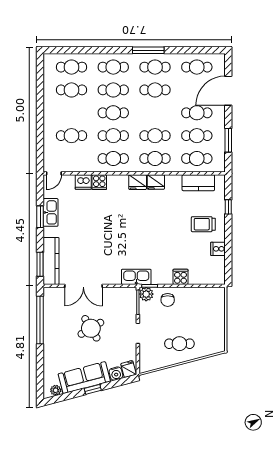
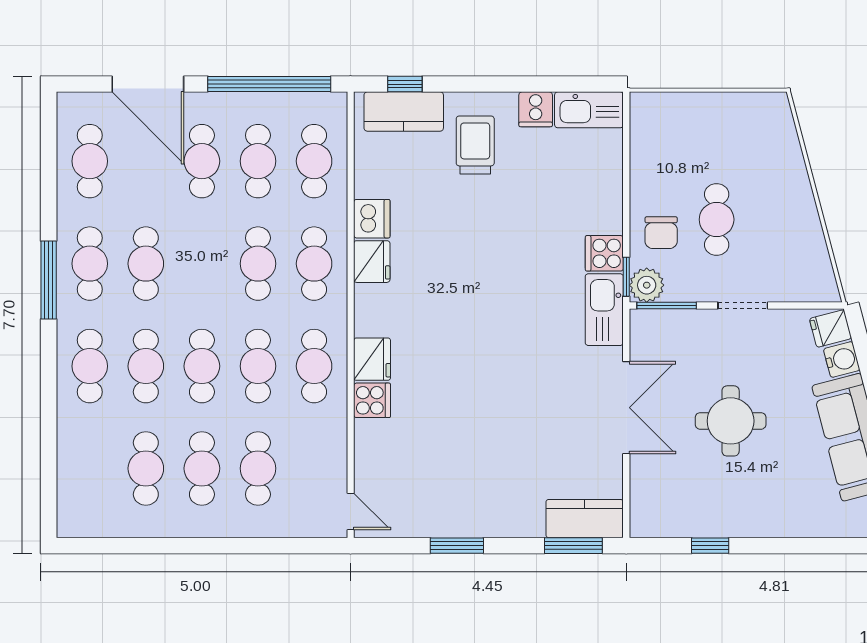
cafe table: (71, 67) -> (202, 468), moved
window: (228, 140) -> (269, 84), width x2.11
dishwasher: (83, 182) -> (372, 219), moved
fridge: (138, 182) -> (372, 359), moved
kitchen counter: (198, 183) -> (404, 112), moved, turned 90
window: (228, 207) -> (405, 84), moved
kitchen sink: (51, 212) -> (589, 110), moved, turned 180
trolley: (203, 224) -> (475, 145), turned 180
kitchen counter: (51, 261) -> (585, 519), width x0.67
cooker: (180, 277) -> (604, 253), moved
double door: (83, 286) -> (626, 408), moved
chair: (168, 300) -> (661, 233), turned 90
window: (40, 320) -> (710, 546), width x0.32
round table: (91, 328) -> (731, 421), turned 31
cafe table: (179, 344) -> (717, 220), moved

